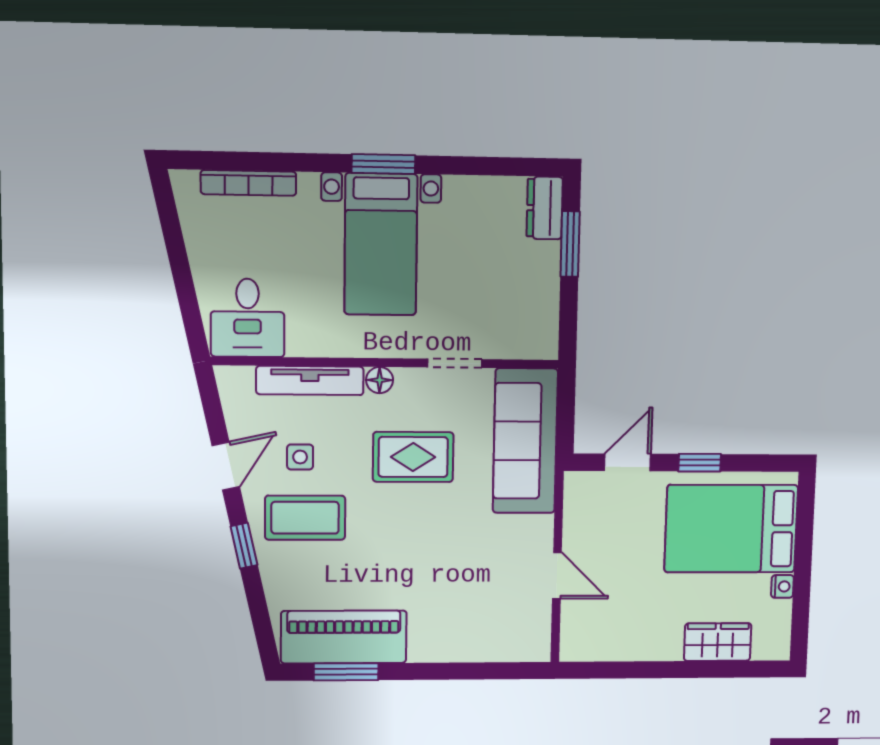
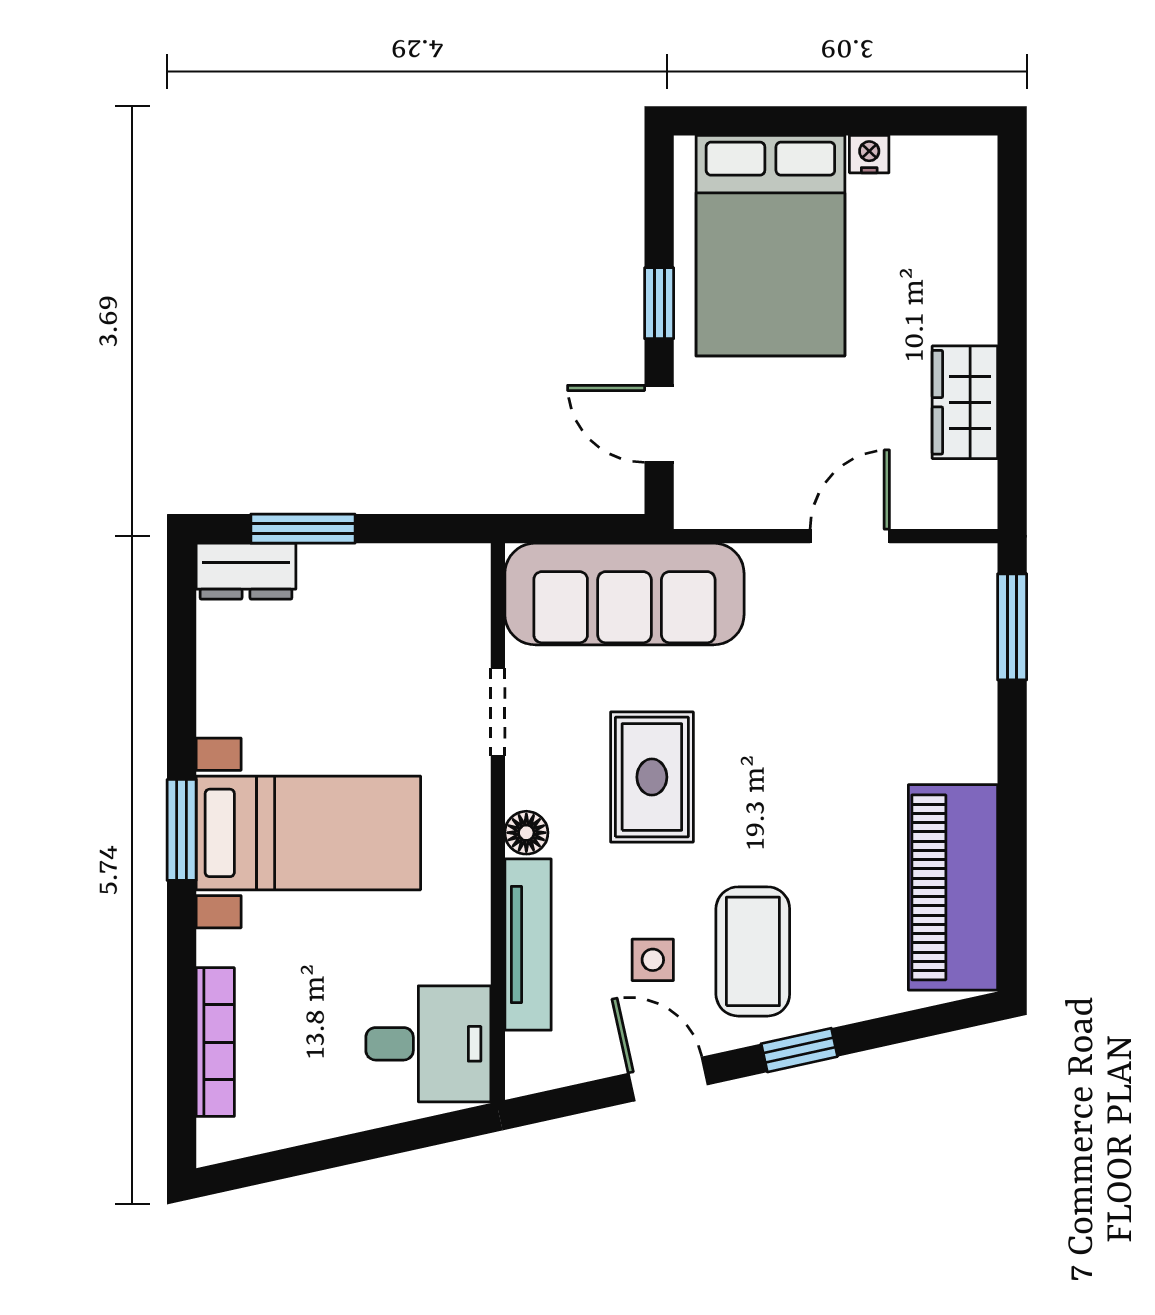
wardrobe: (718, 642) -> (965, 402), moved
window: (346, 672) -> (1012, 627), moved

